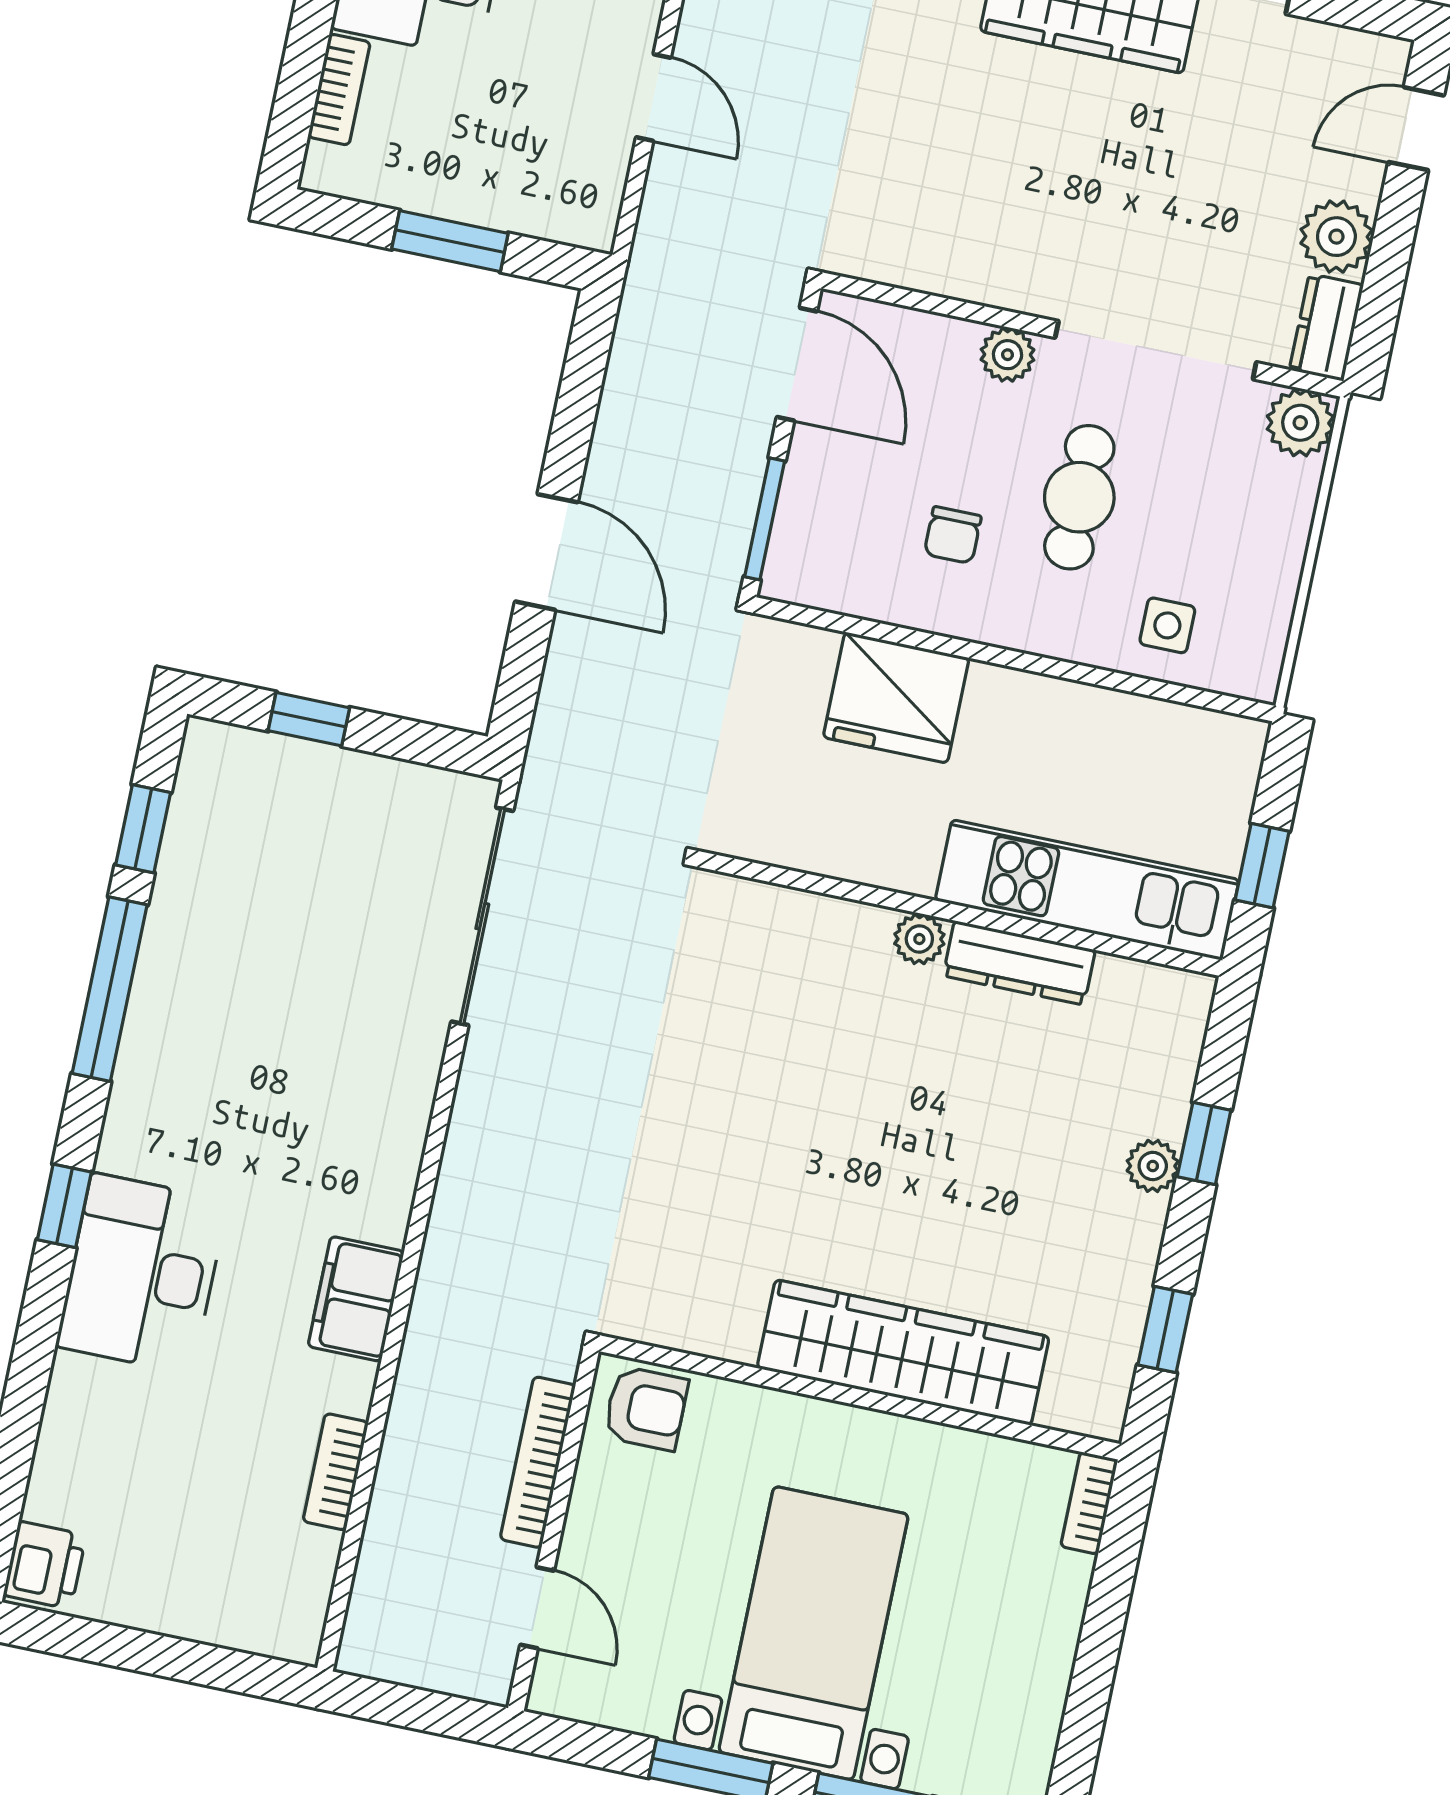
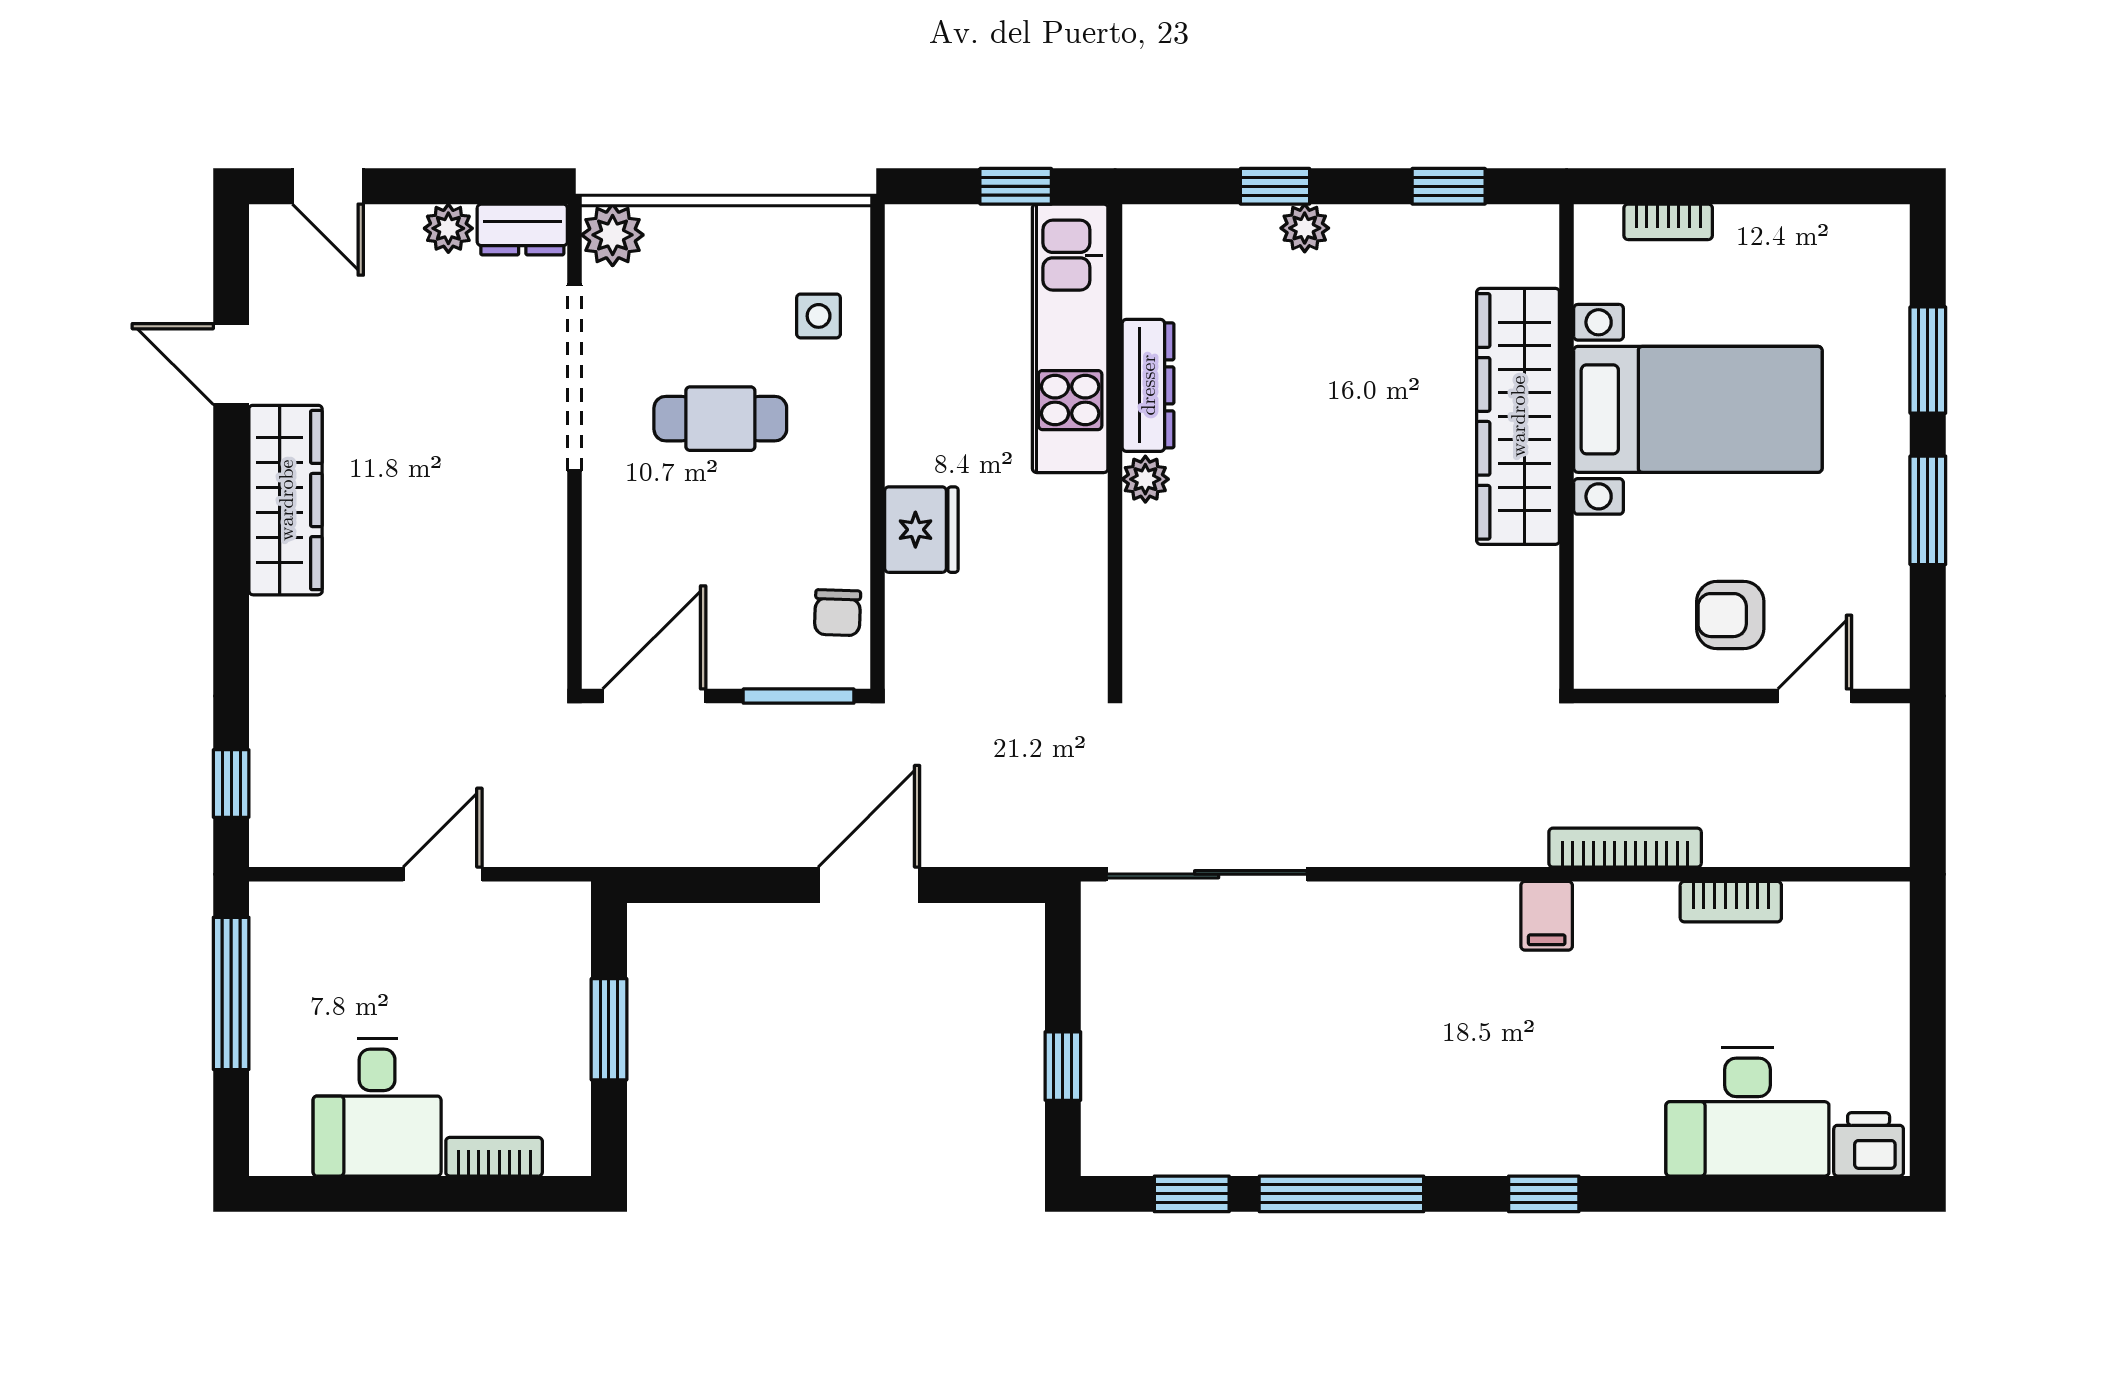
plant: (1336, 237) -> (448, 228), width x0.73, depth x0.73
plant: (1008, 355) -> (606, 509), removed
chair: (953, 535) -> (838, 613), moved, turned 92
fridge: (896, 698) -> (921, 530), width x0.73, depth x0.75
desk: (142, 1273) -> (1747, 1112), moved
filing cabinet: (356, 1299) -> (1547, 916), width x0.50
armchair: (646, 1408) -> (1730, 615), moved, turned -90
bookcase: (538, 1462) -> (1625, 848), moved, turned 180
bookcase: (1089, 1503) -> (1668, 222), moved
bed with nightstands: (813, 1633) -> (1698, 409), moved, turned 180

